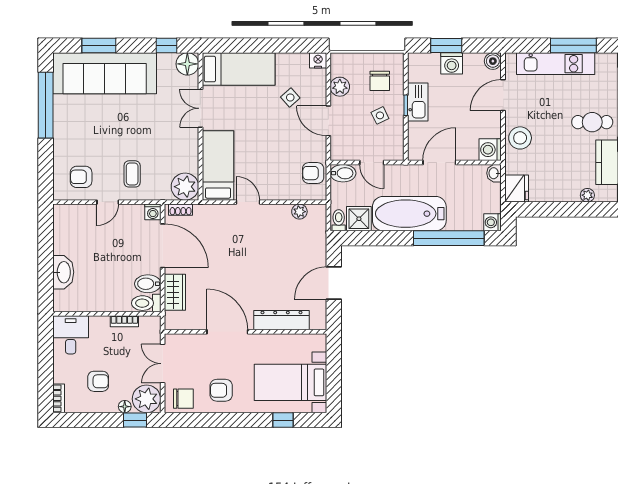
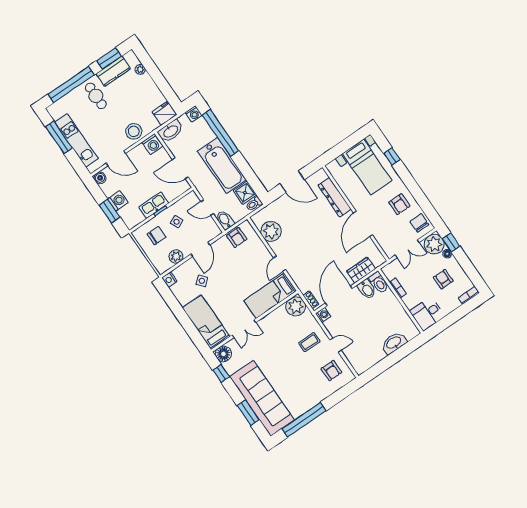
door: (372, 163) -> (207, 208), swing flipped
washbasin: (494, 173) -> (171, 131), width x1.91, depth x1.45
plant: (299, 212) -> (271, 231), width x1.88, depth x1.88

